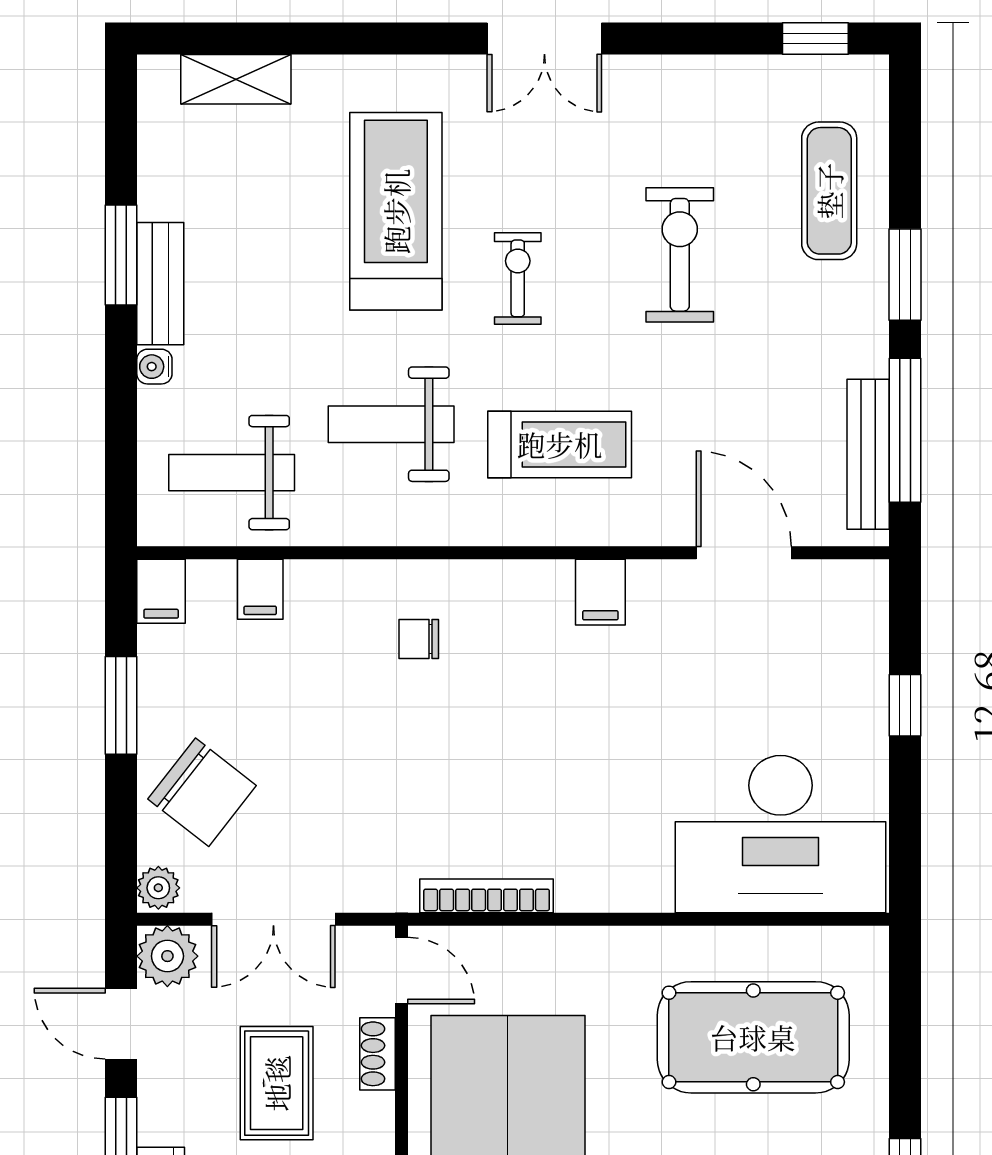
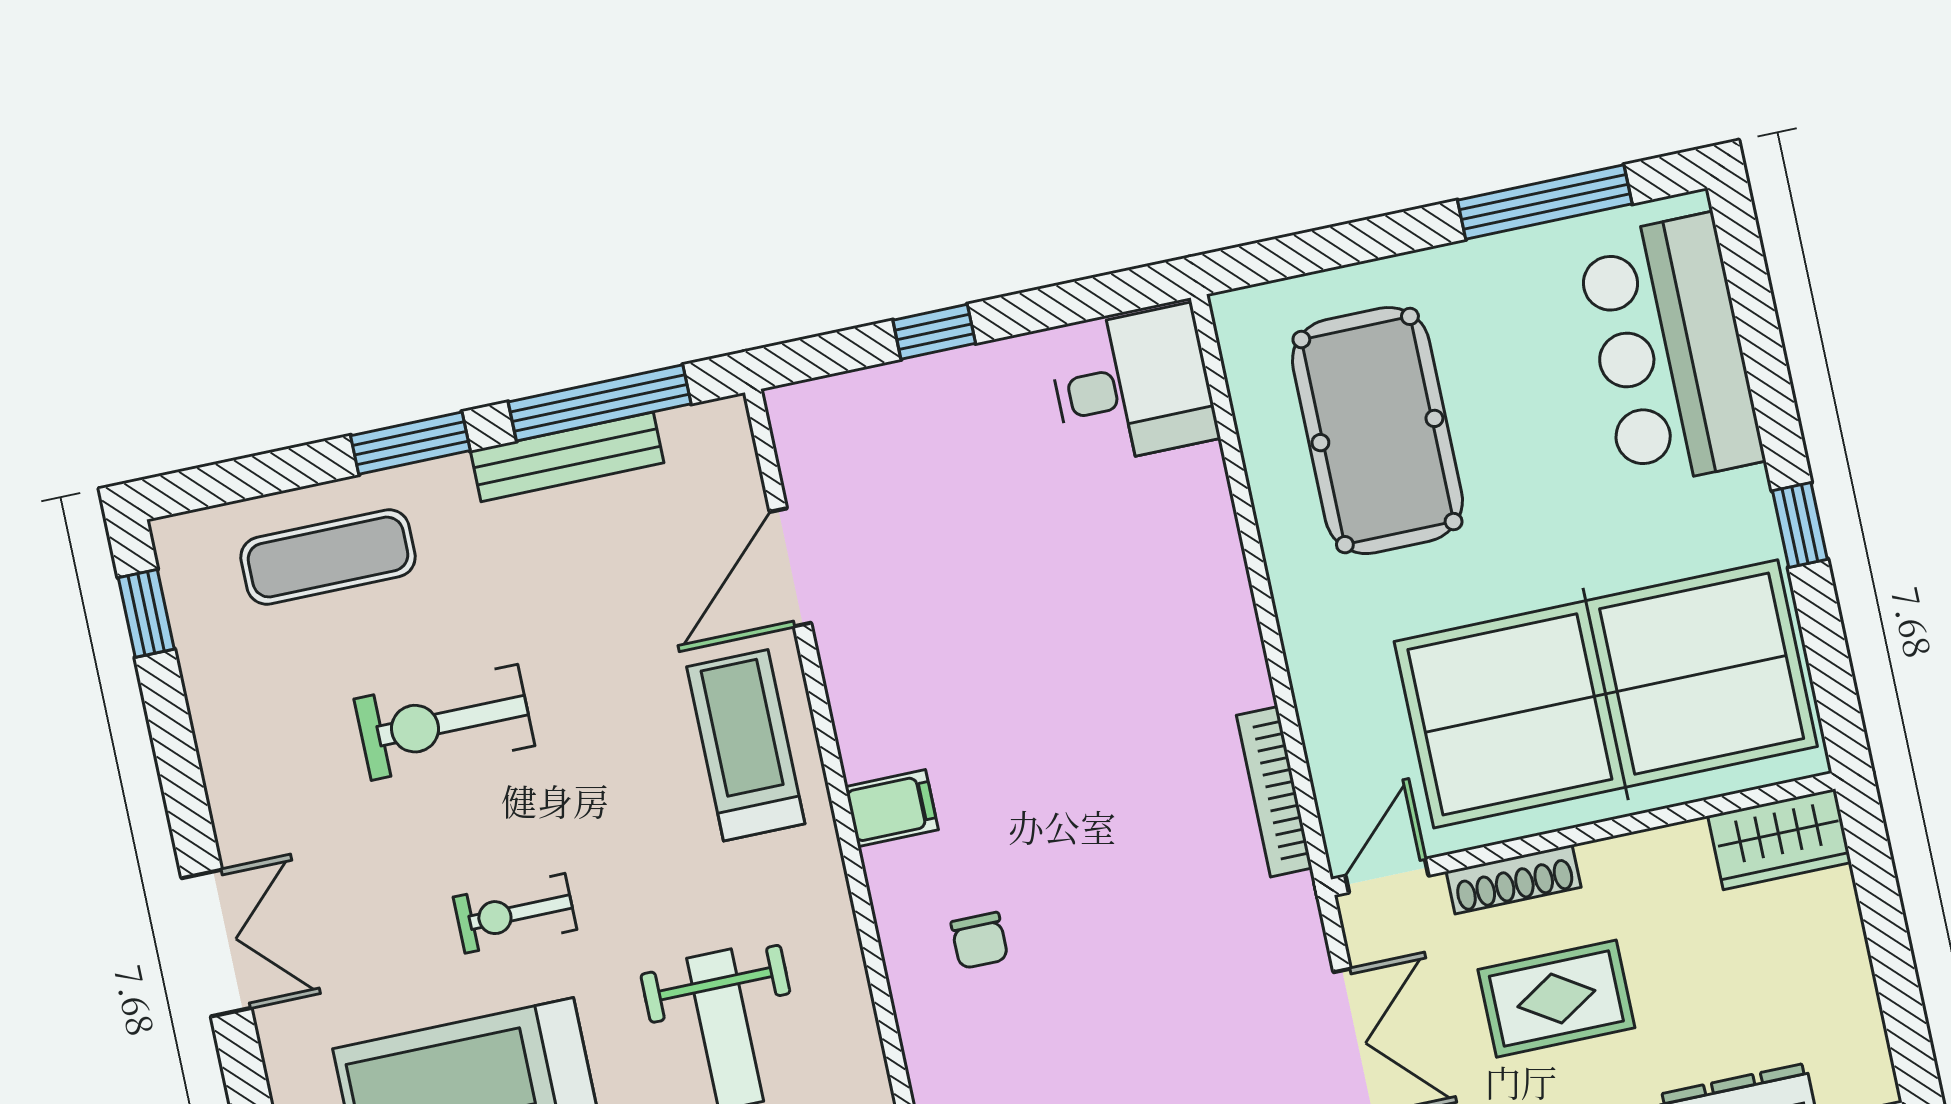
treadmill: (560, 444) -> (746, 745), moved
bench: (868, 454) -> (567, 457), moved
filing cabinet: (600, 592) -> (892, 808), moved
desk: (781, 834) -> (1133, 386), width x0.53, depth x0.77
shoe rack: (378, 1054) -> (1514, 879), width x1.43

